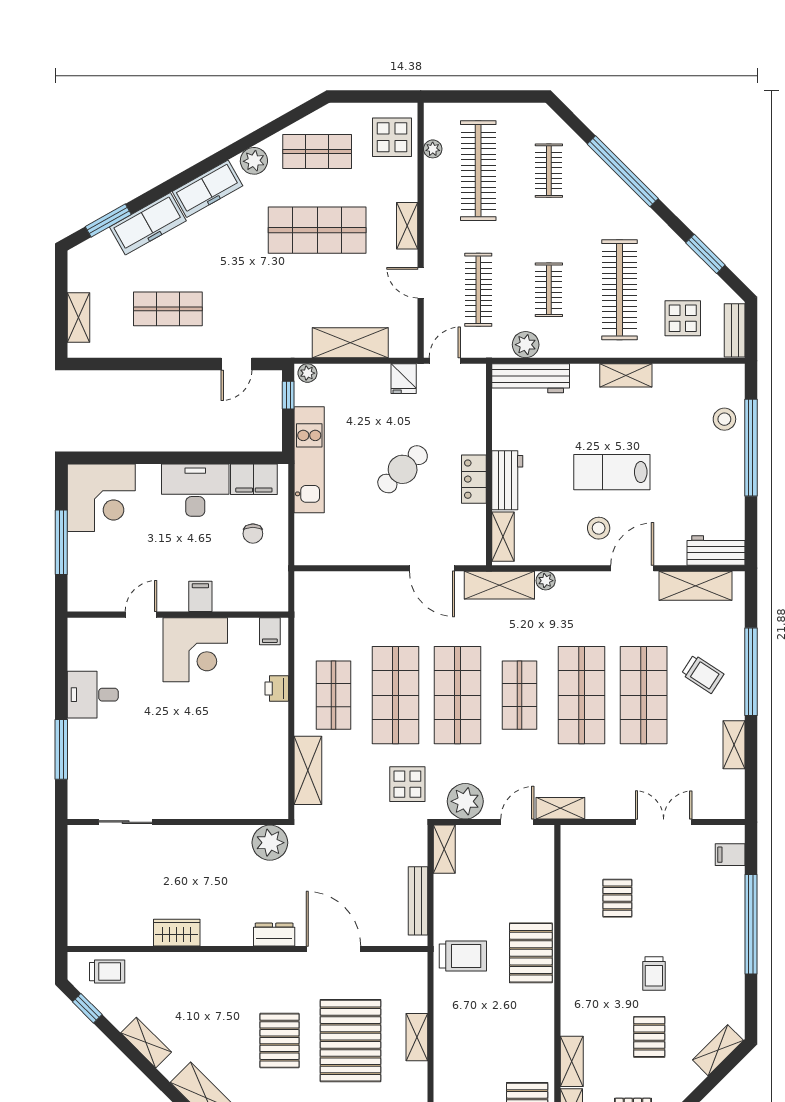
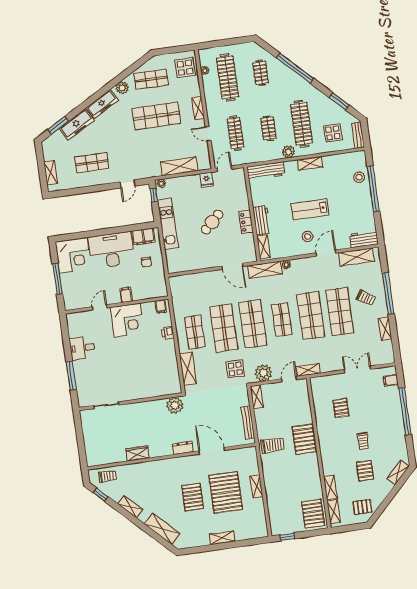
plant: (526, 345) -> (288, 152), moved
desk: (195, 490) -> (111, 250), width x1.36, depth x1.30

